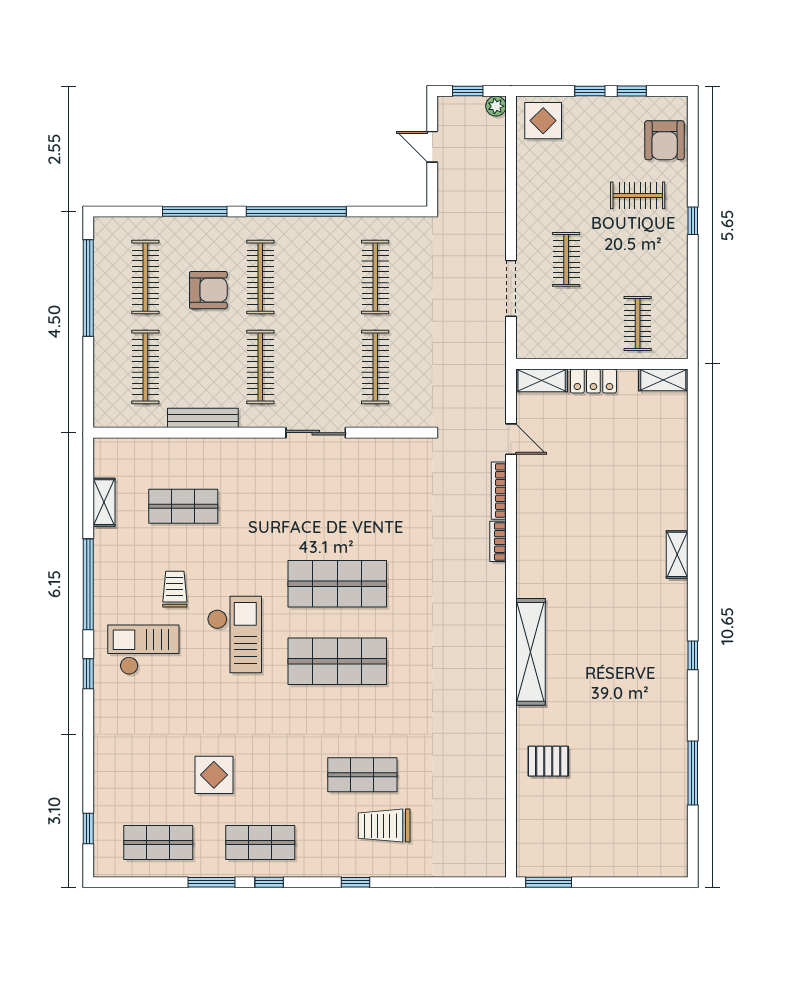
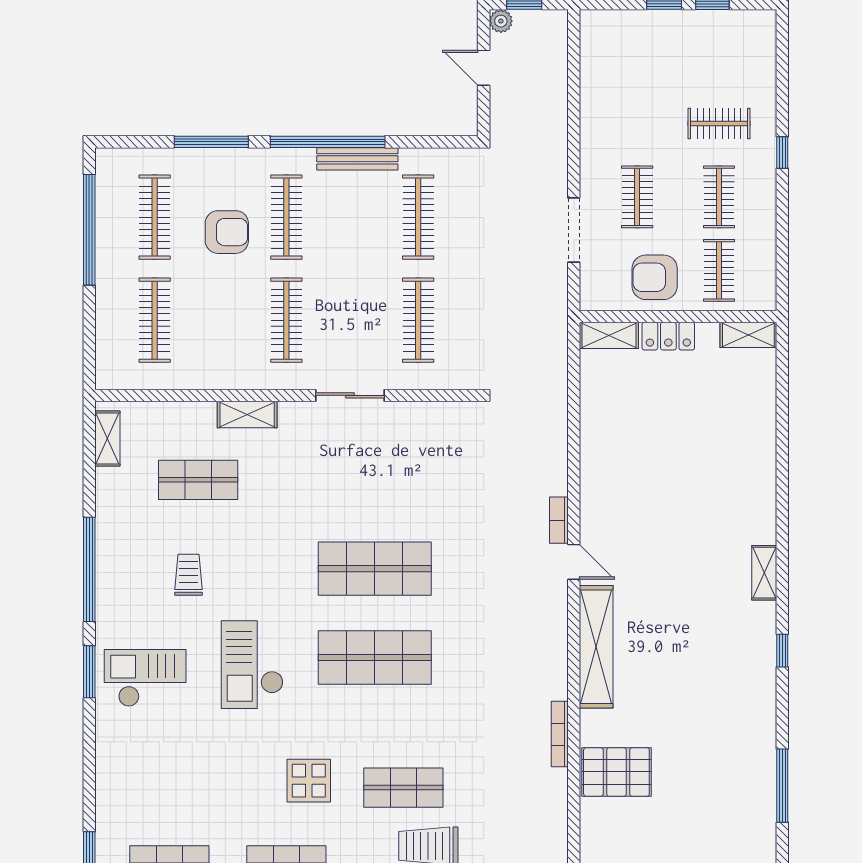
plant: (496, 106) -> (501, 21), moved
display table: (543, 121) -> (611, 38), removed
armchair: (665, 140) -> (655, 277), moved, turned 90
clothes rail: (638, 259) -> (719, 197), added
bench: (203, 418) -> (357, 159), moved
door: (511, 439) -> (574, 562), moved
shelving: (226, 449) -> (247, 414), added
bookcase: (499, 491) -> (560, 734), moved
shelving: (104, 502) -> (107, 438), moved
shelving: (677, 554) -> (764, 573), moved
checkout: (234, 635) -> (252, 665), moved, turned 180
checkout: (143, 650) -> (145, 678), moved
window: (88, 674) -> (89, 672), width x1.50
pallet: (548, 761) -> (616, 772), width x1.50, depth x1.42
display table: (214, 775) -> (309, 781), moved

